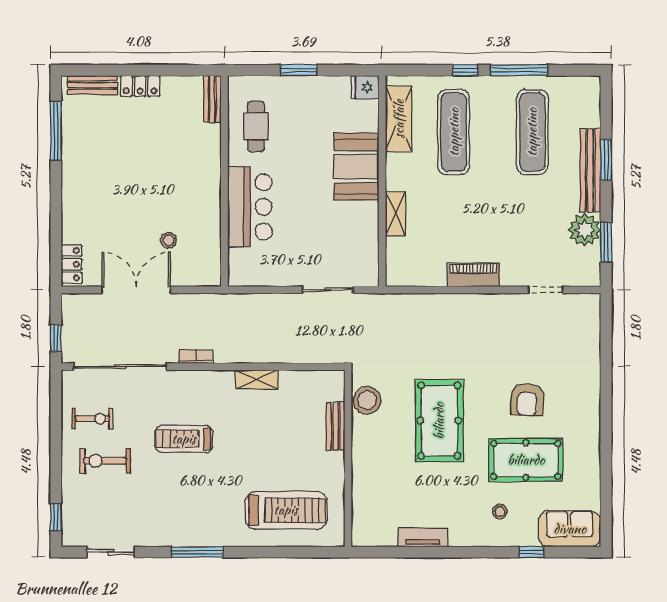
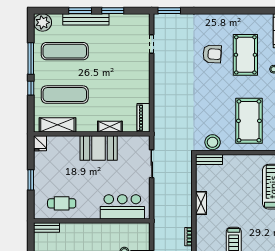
booth: (356, 167) -> (99, 148), moved
bar counter: (250, 207) -> (122, 207), moved
plant: (585, 230) -> (43, 22), moved
window: (606, 242) -> (113, 11), moved
piano: (473, 275) -> (144, 118), moved
window: (606, 322) -> (169, 11), added
pool table: (439, 421) -> (249, 121), moved, turned 90
bench: (336, 426) -> (209, 160), moved

